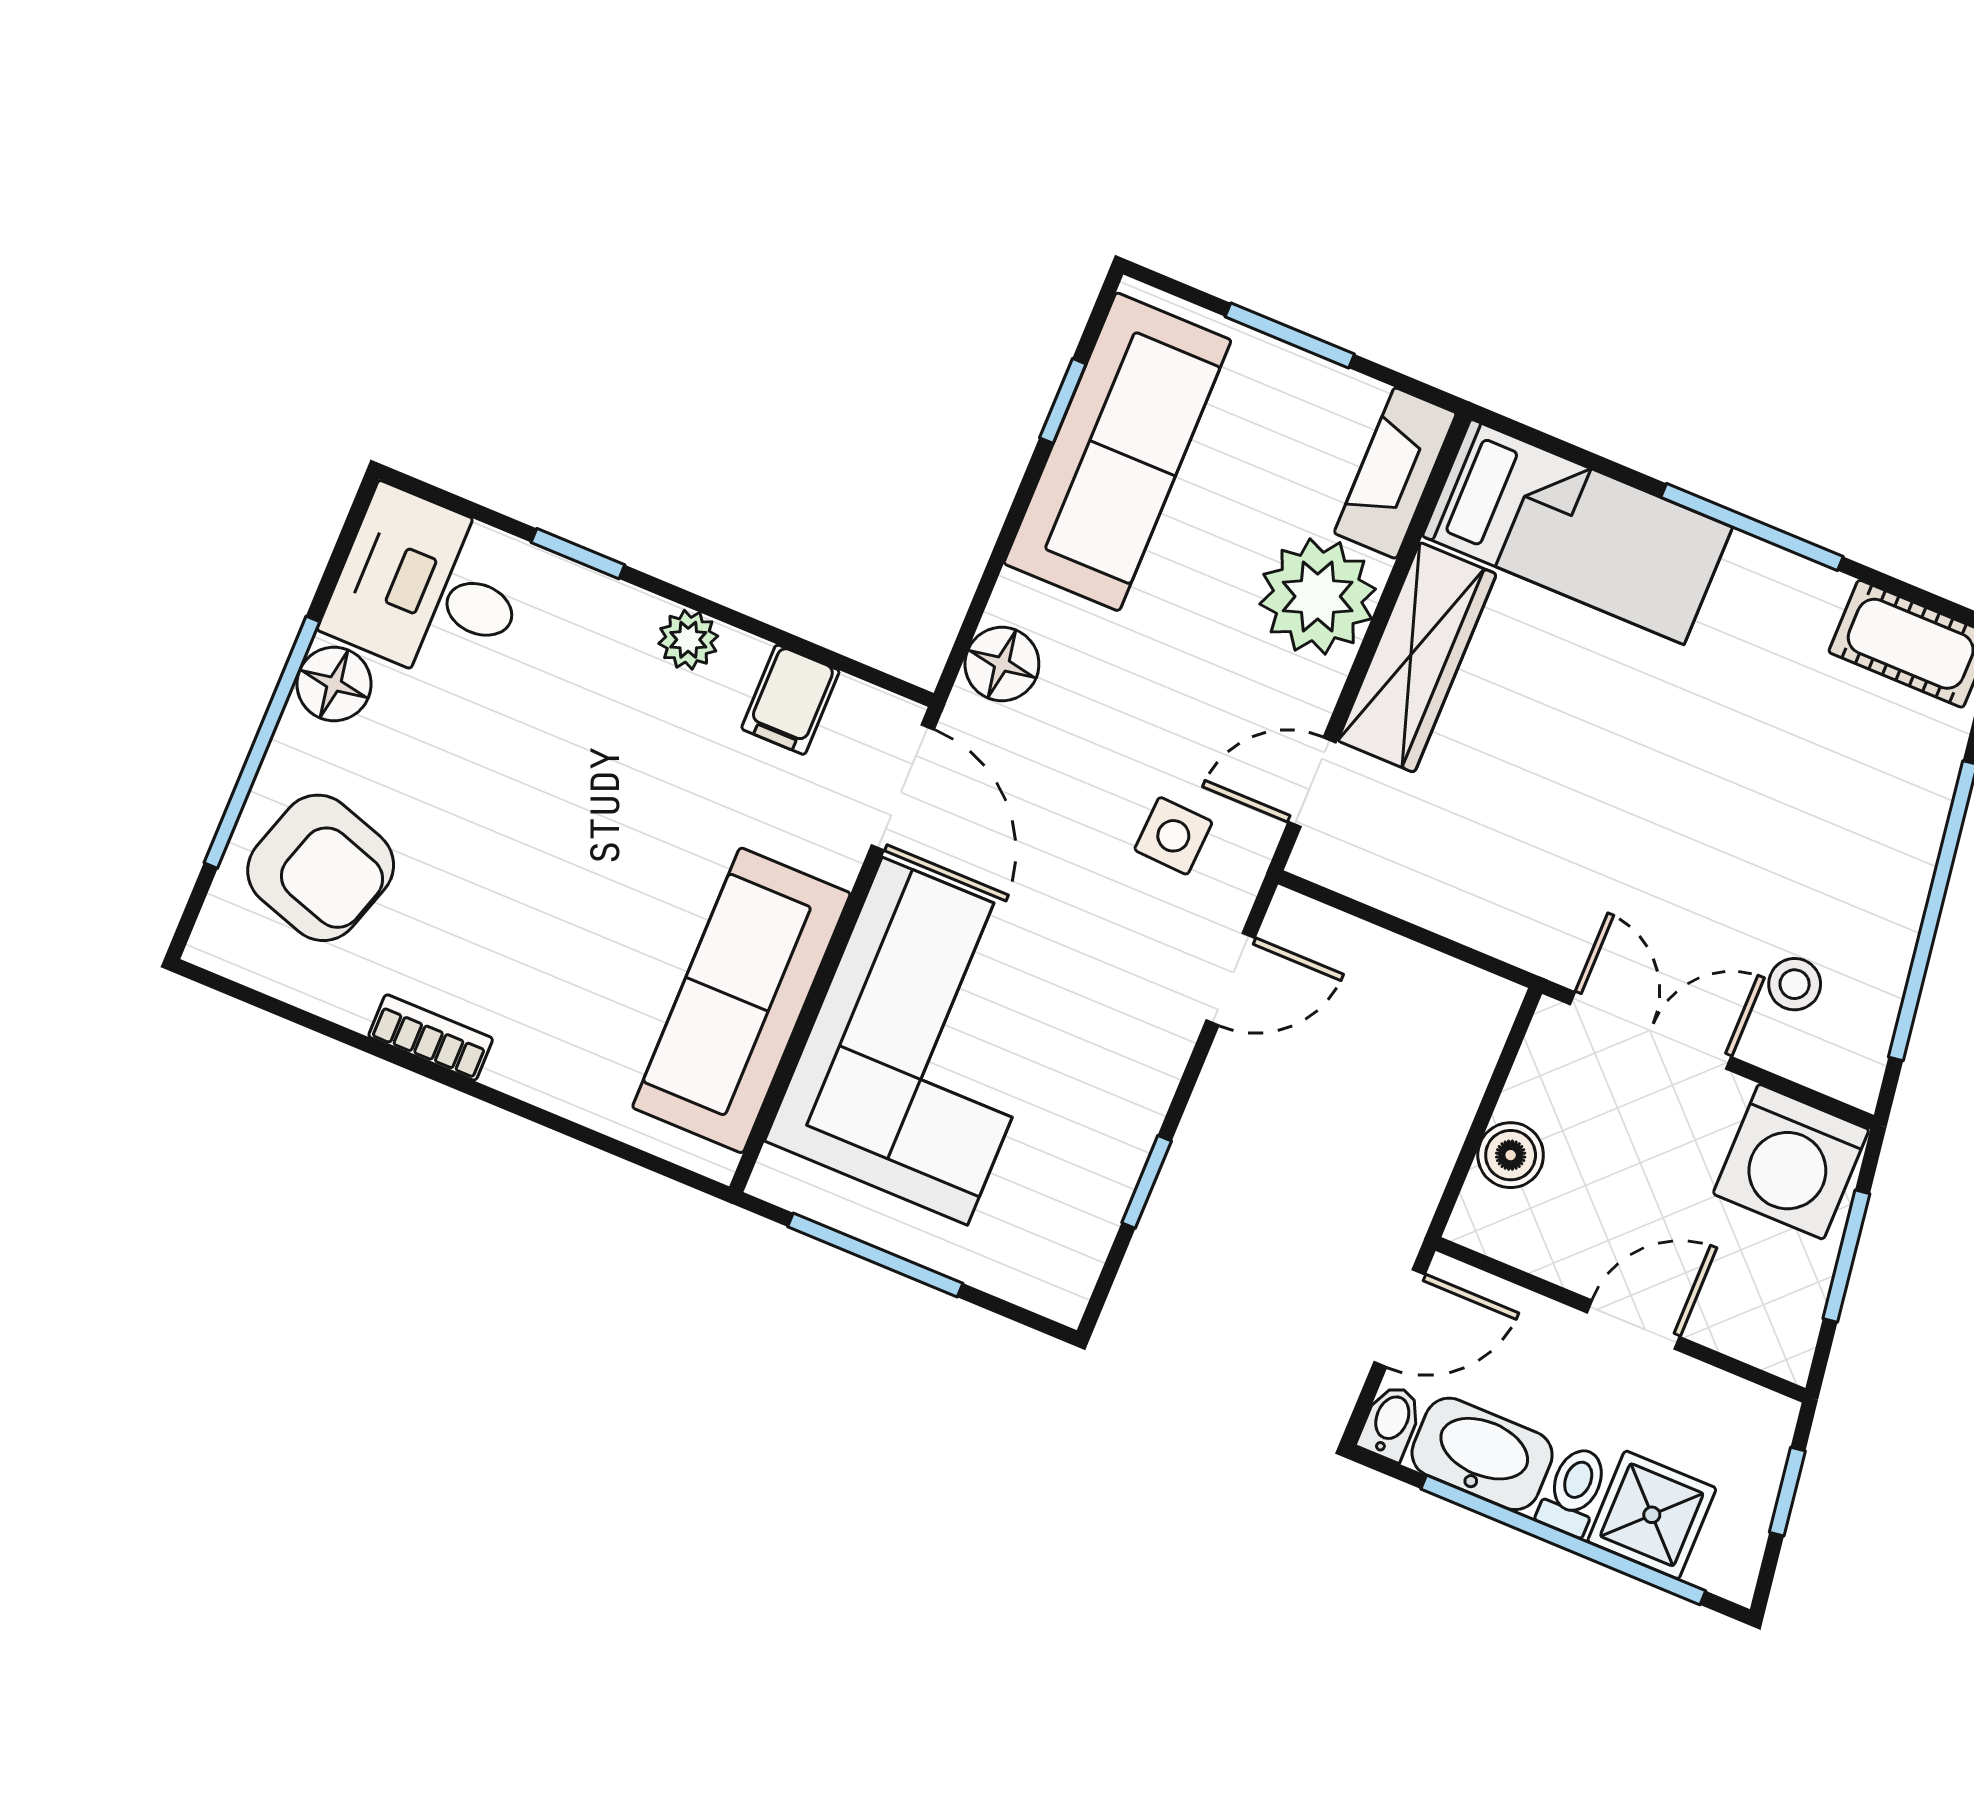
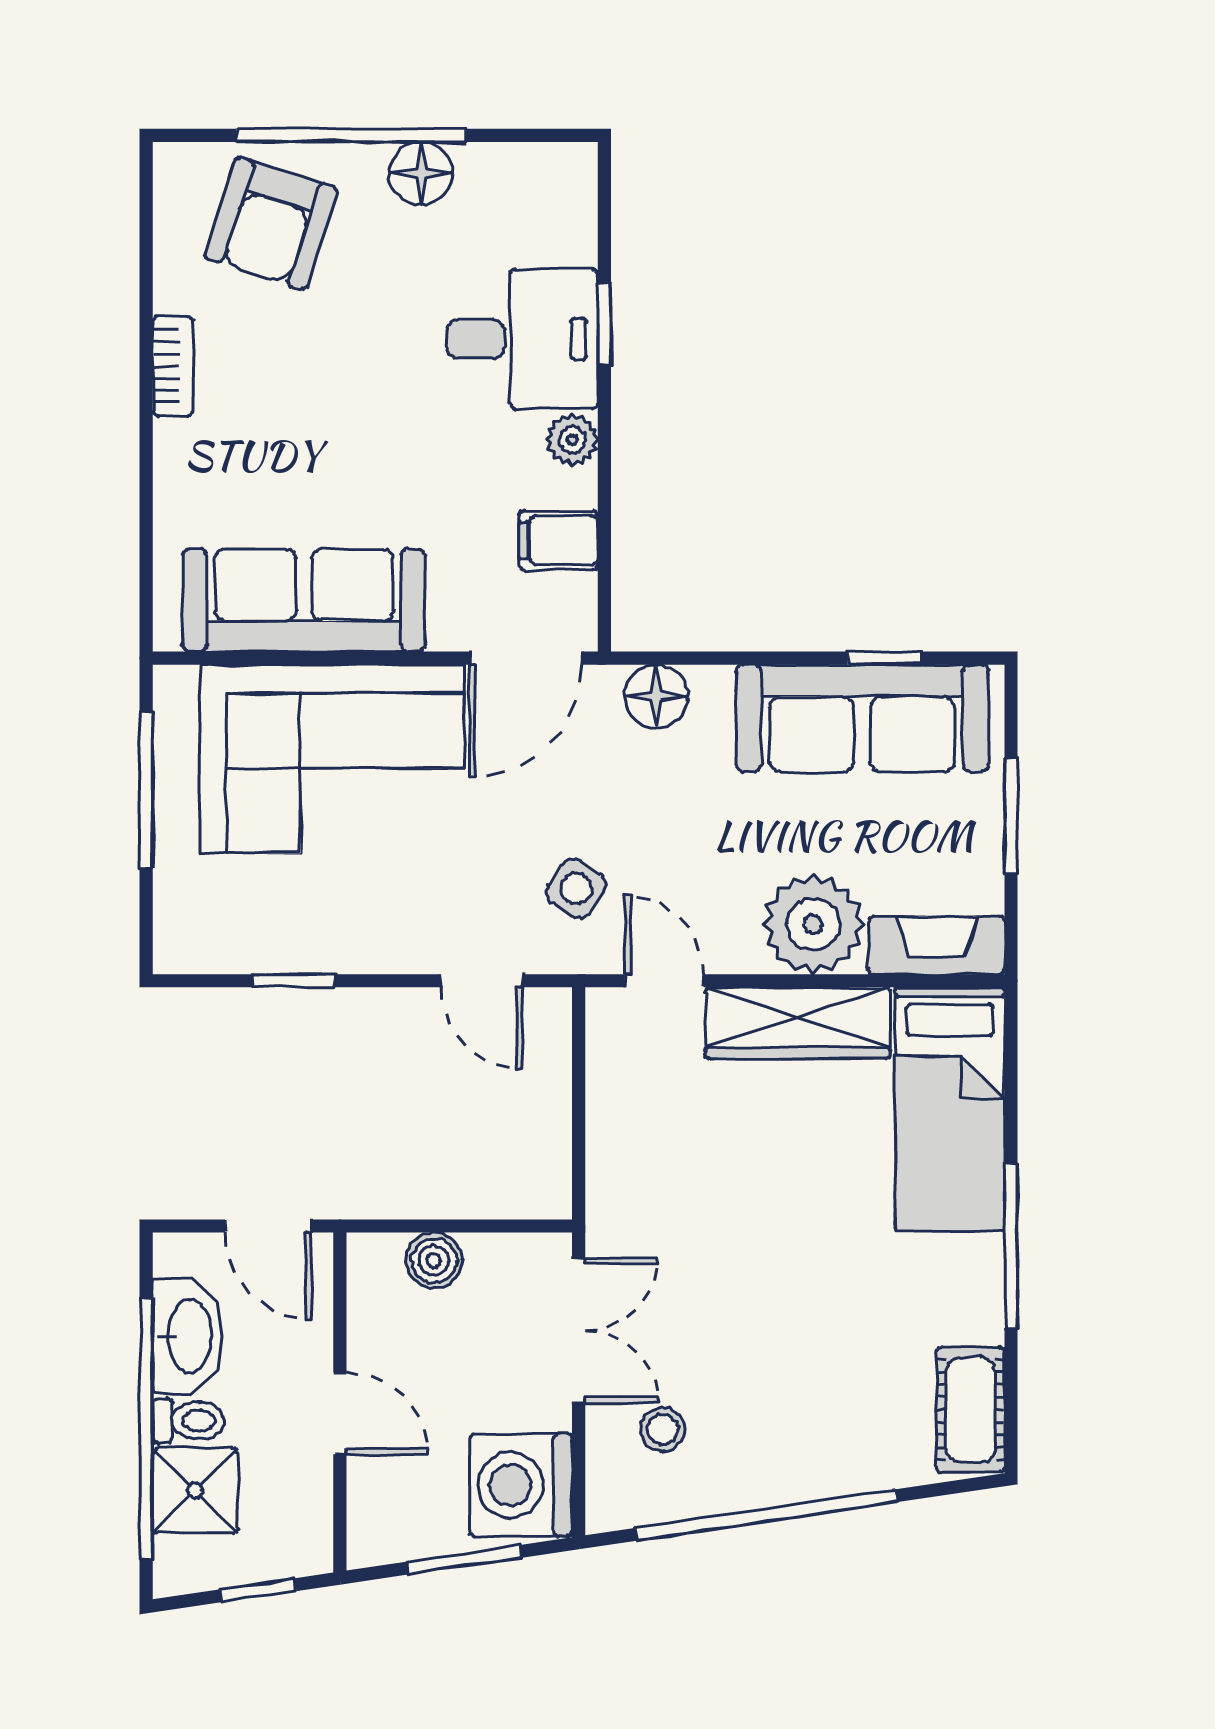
desk: (429, 588) -> (522, 339), moved, turned 90
side table: (1173, 836) -> (576, 888), turned 30
bidet: (1390, 1422) -> (183, 1253), removed

